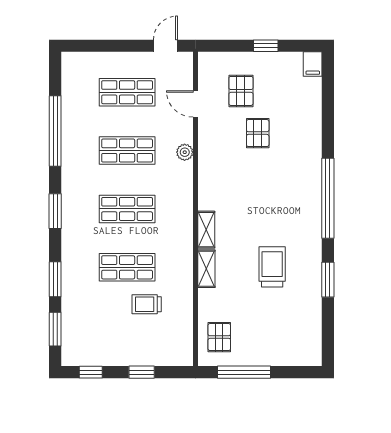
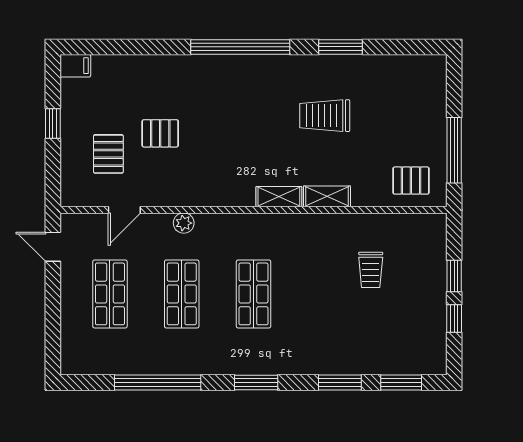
pallet: (241, 91) -> (108, 154), turned 90
shop shelf: (127, 267) -> (325, 294), removed
window: (91, 372) -> (454, 319), moved

